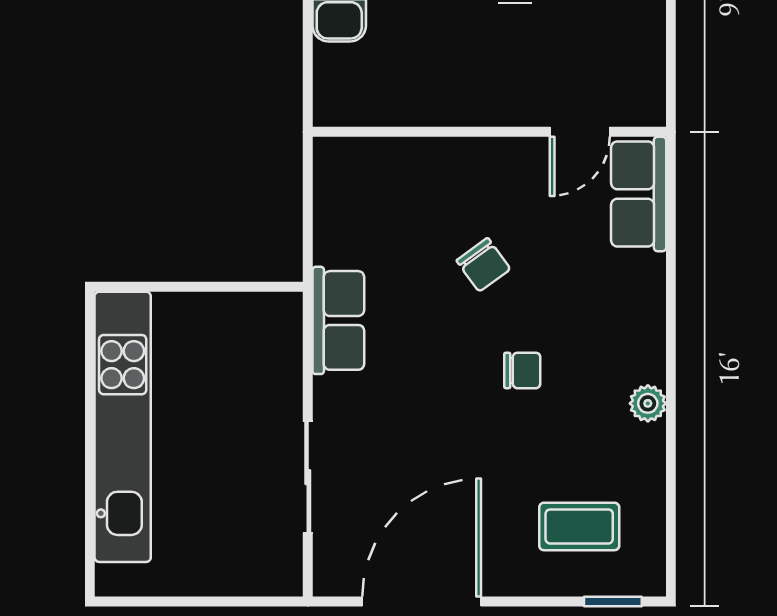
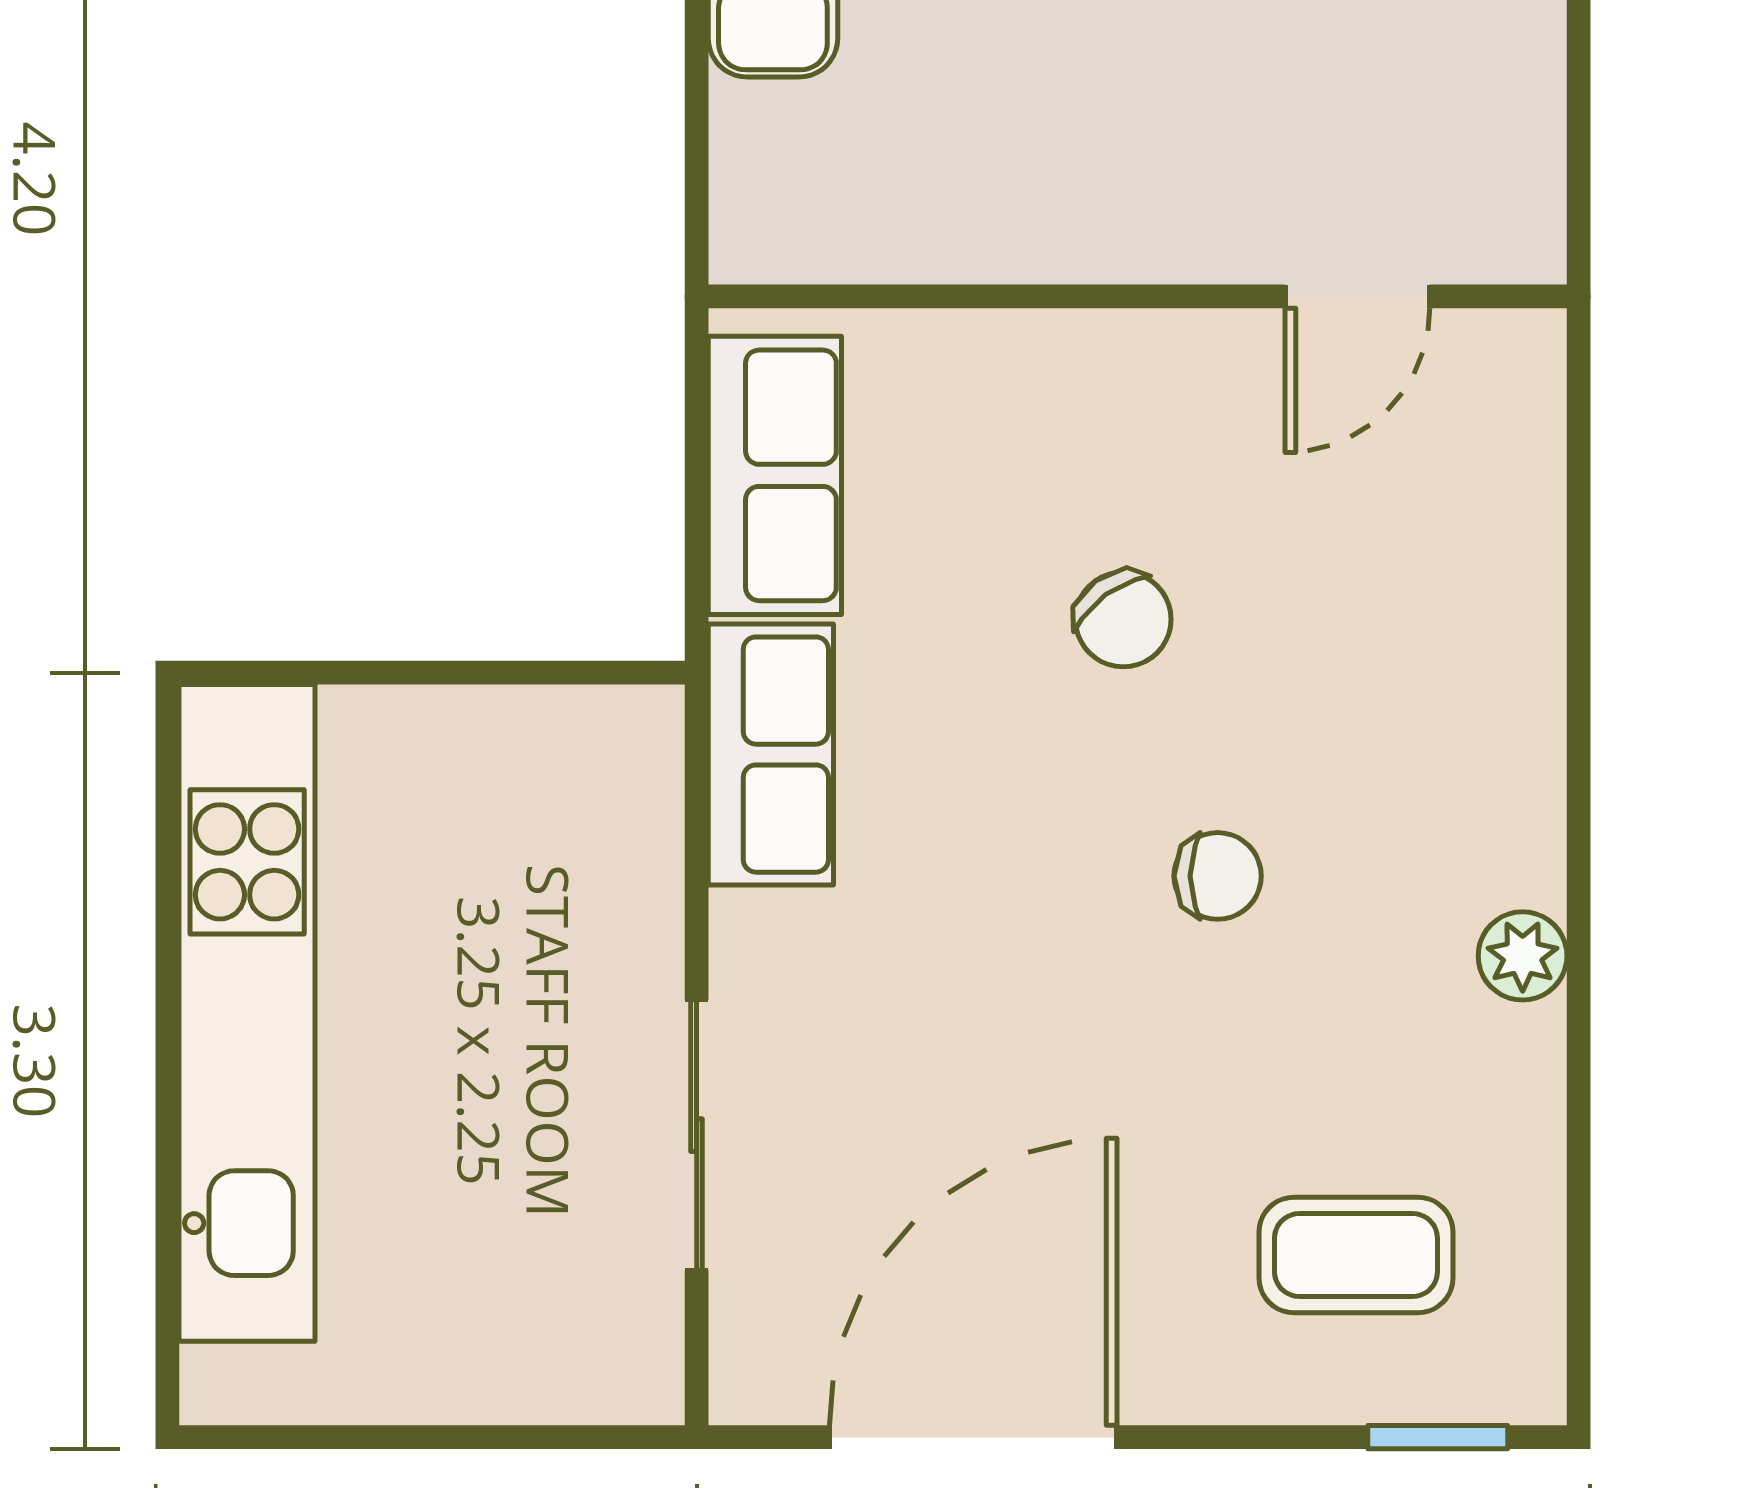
row of seats: (639, 194) -> (775, 475), moved, turned 180

